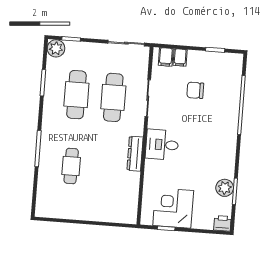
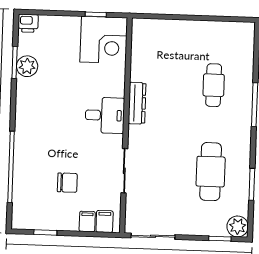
cafe table: (113, 97) -> (166, 170), removed
corner desk: (173, 208) -> (104, 40), moved

